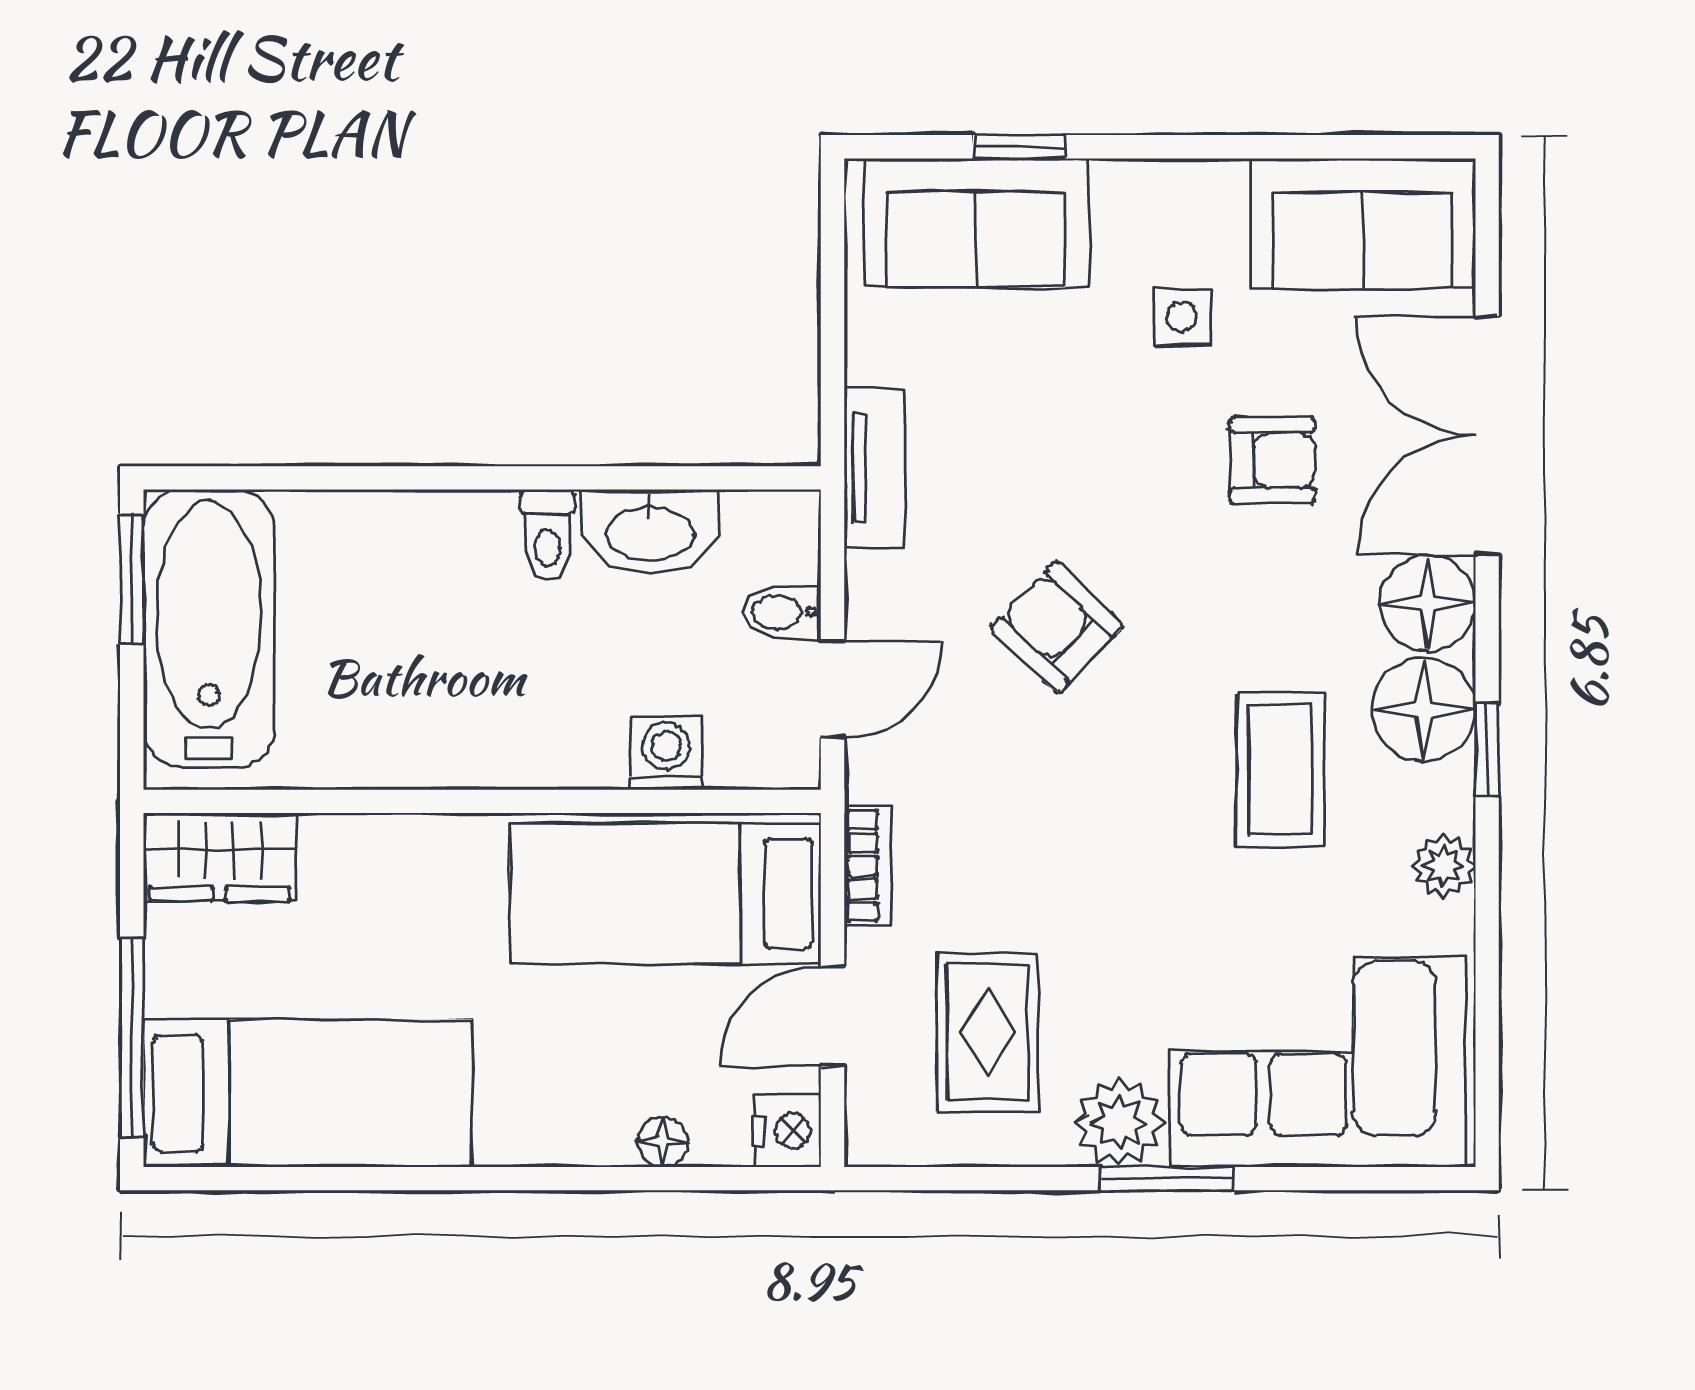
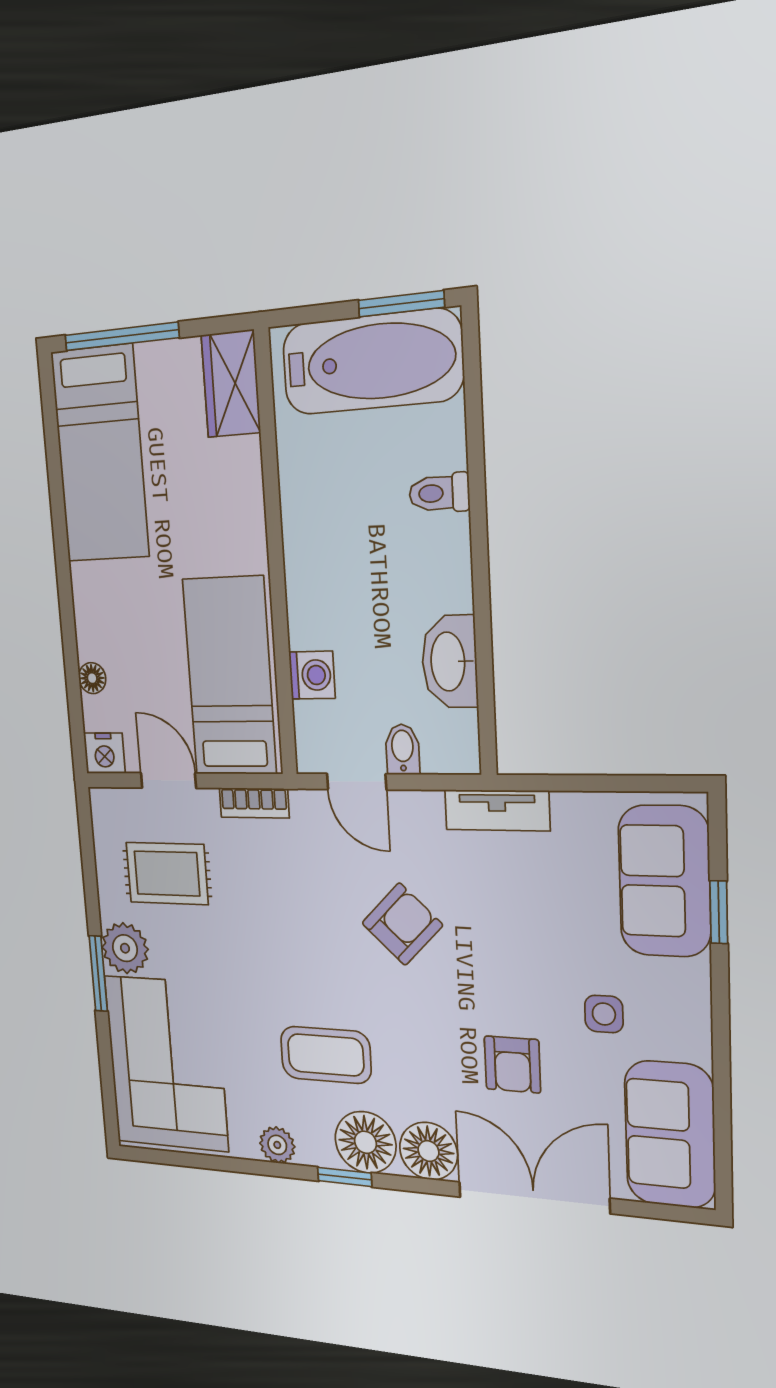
toilet: (547, 535) -> (439, 493), moved

